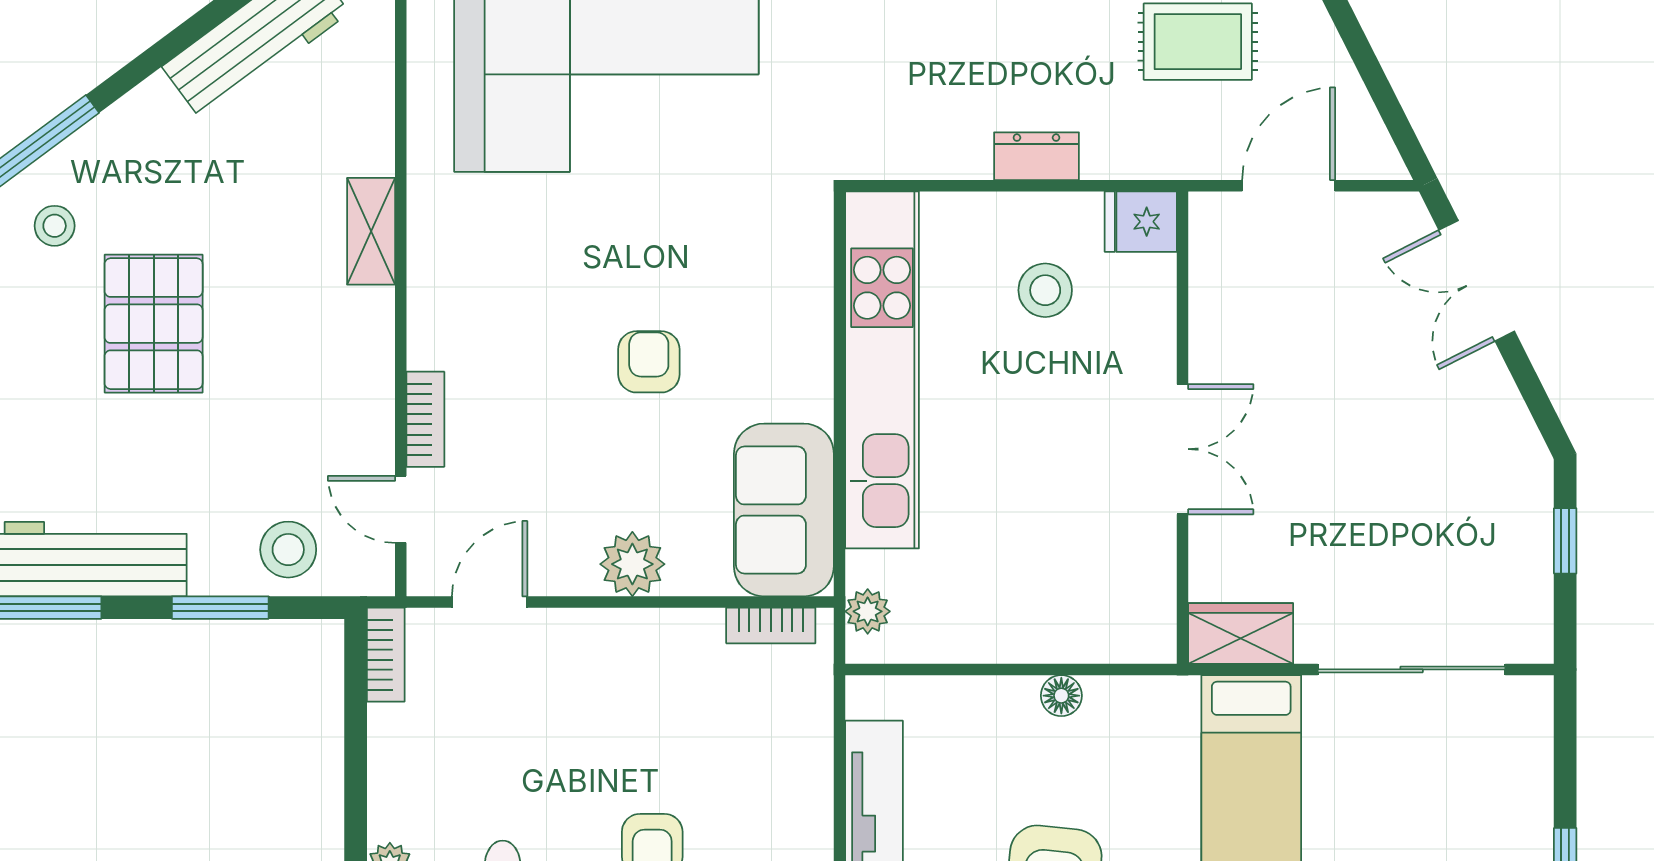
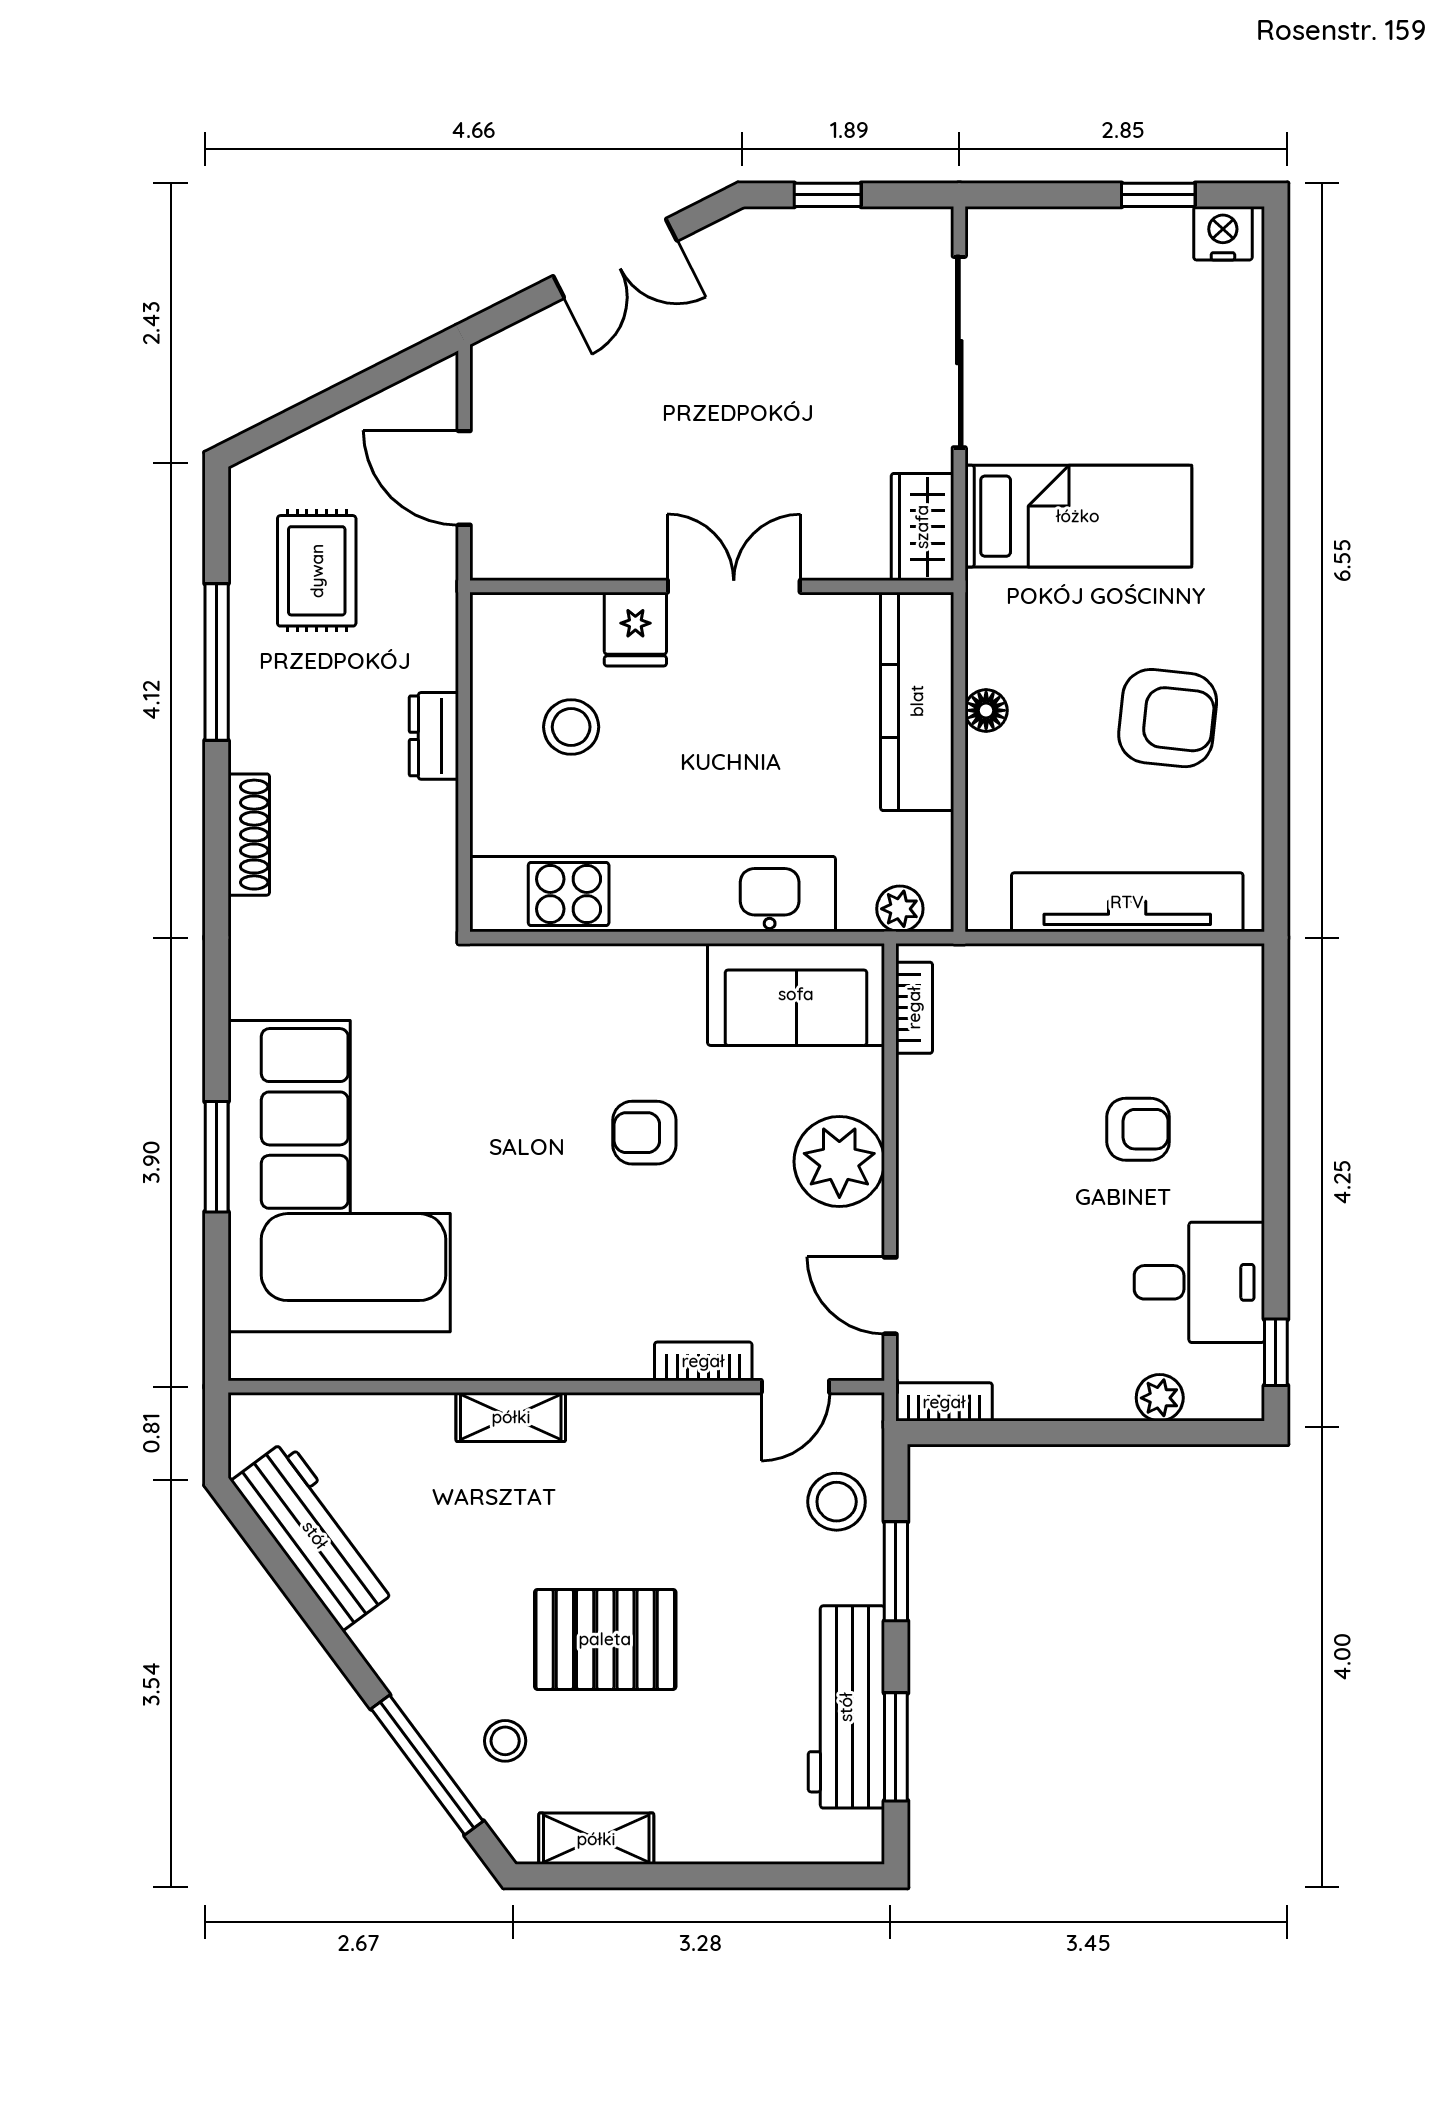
fridge: (1141, 222) -> (635, 629), moved
double door: (1477, 281) -> (615, 258), moved
plant: (632, 564) -> (839, 1162), width x1.36, depth x1.36
kitchen counter: (1070, 628) -> (917, 701), added

